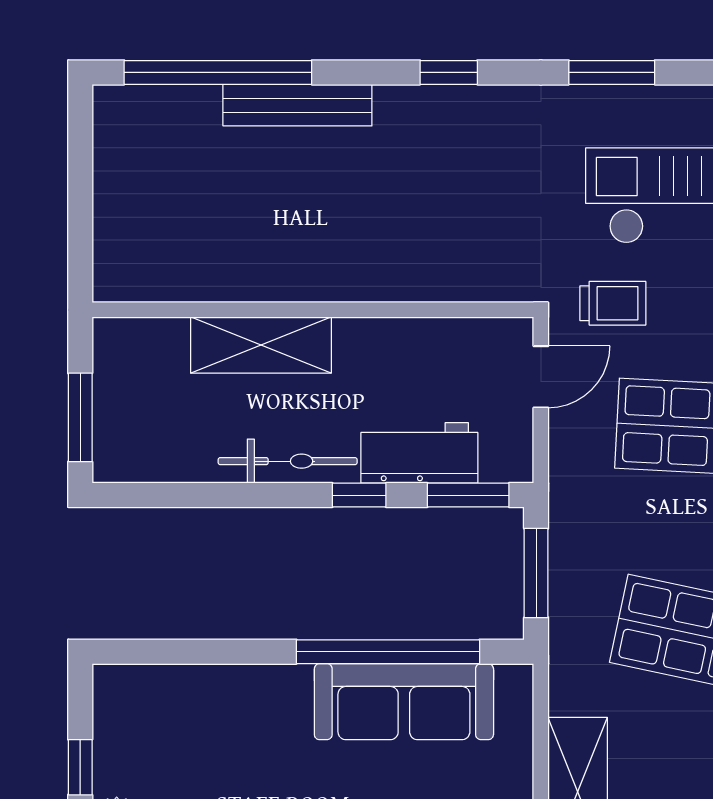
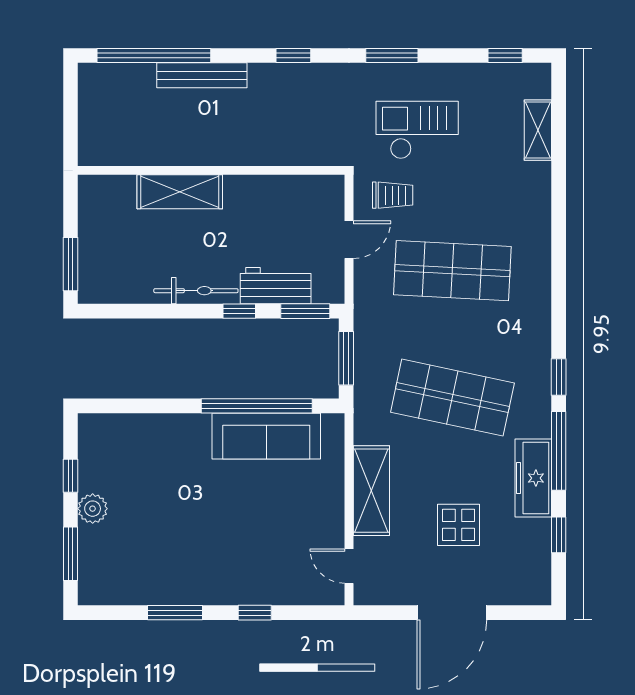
wall: (313, 310) -> (211, 170), moved
shelving: (261, 345) -> (180, 192), moved

